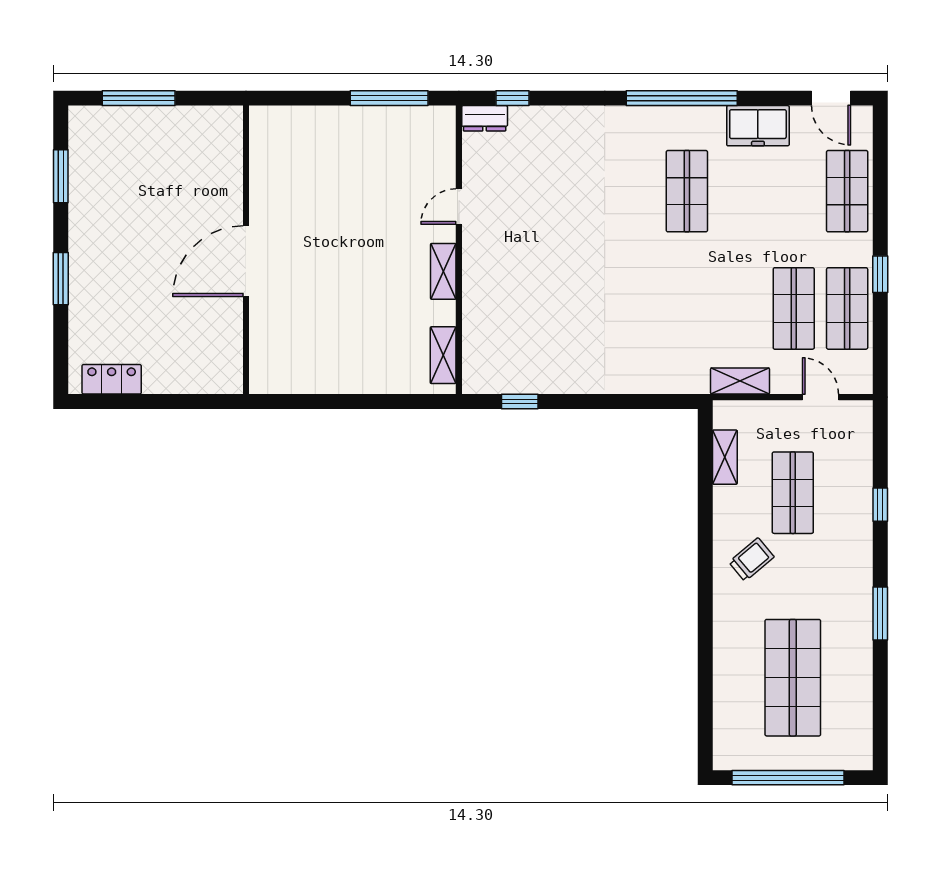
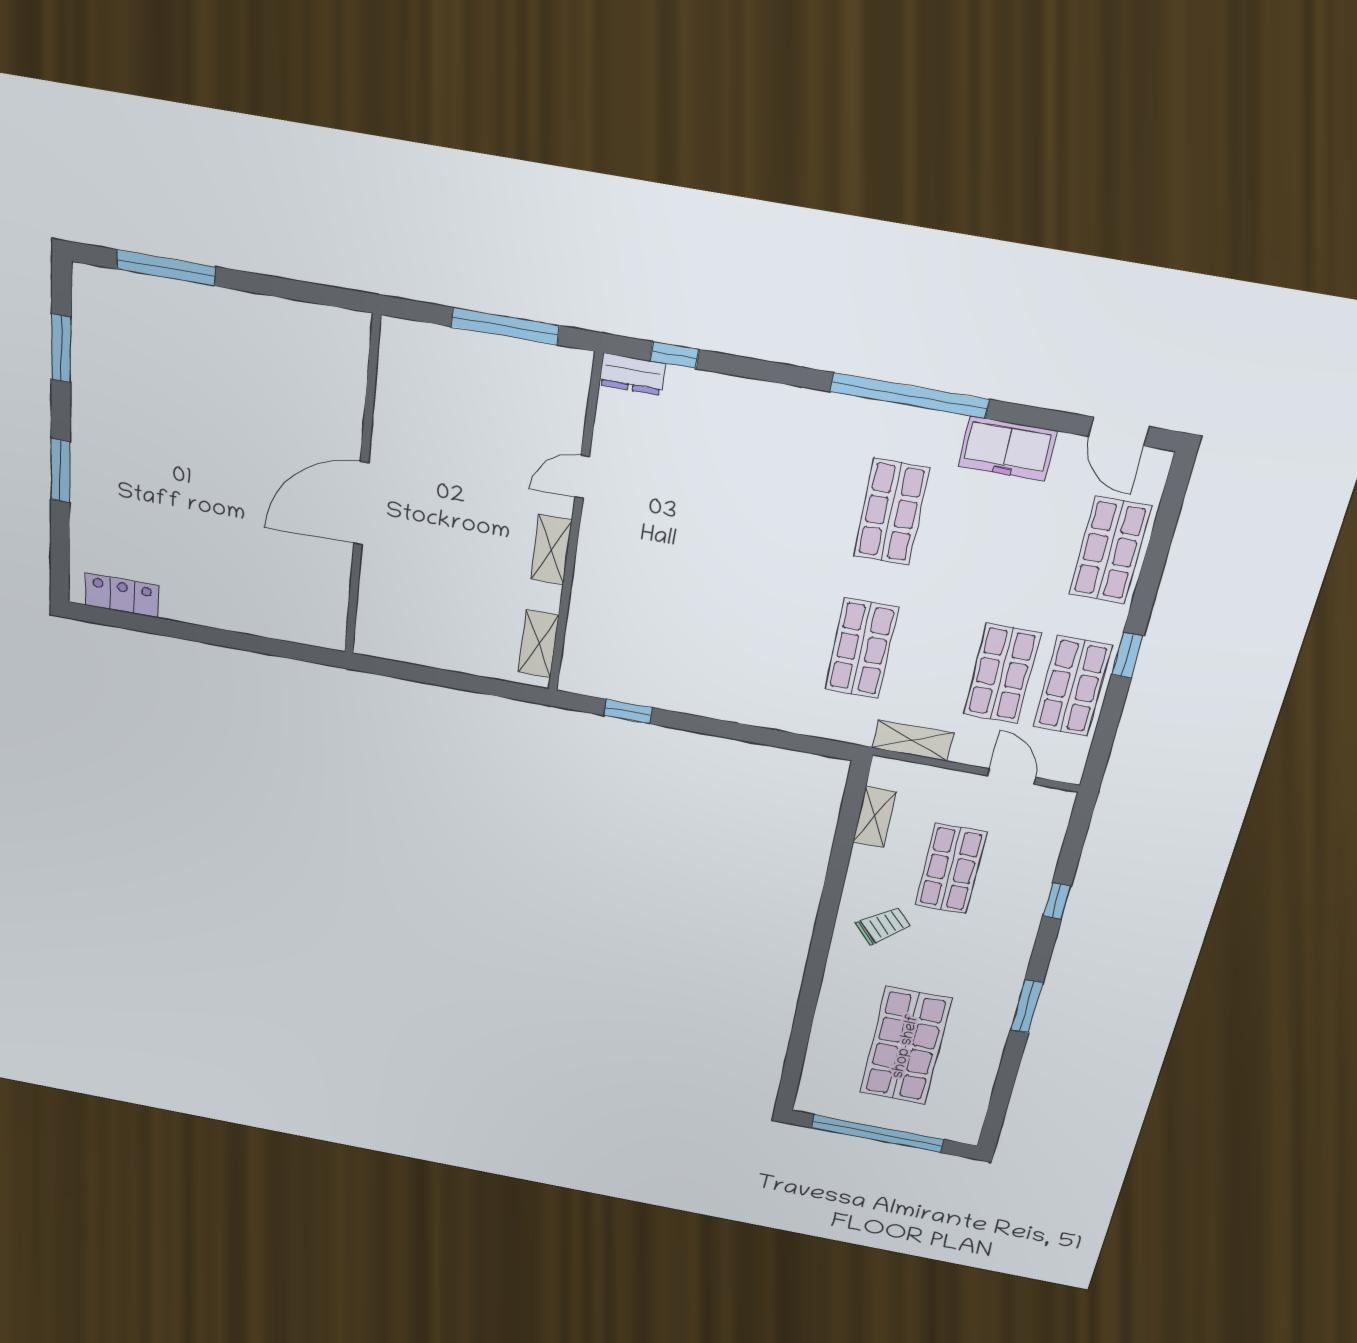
wall: (246, 250) -> (362, 490), moved
door: (246, 261) -> (361, 504), moved
shop shelf: (687, 308) -> (862, 648), added

